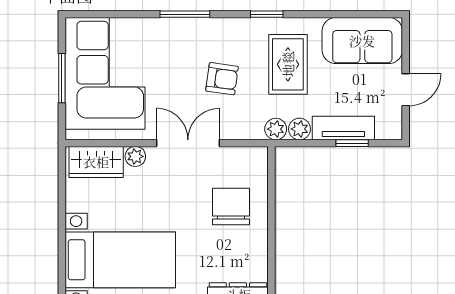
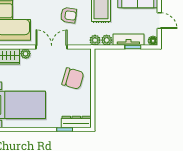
door: (406, 90) -> (159, 21), hinge flipped
floor lamp: (393, 130) -> (153, 41), added
chair: (231, 206) -> (73, 78), turned 106

